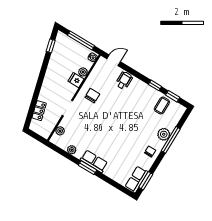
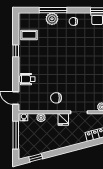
fridge: (76, 80) -> (63, 119), moved
window: (173, 96) -> (16, 31), removed

